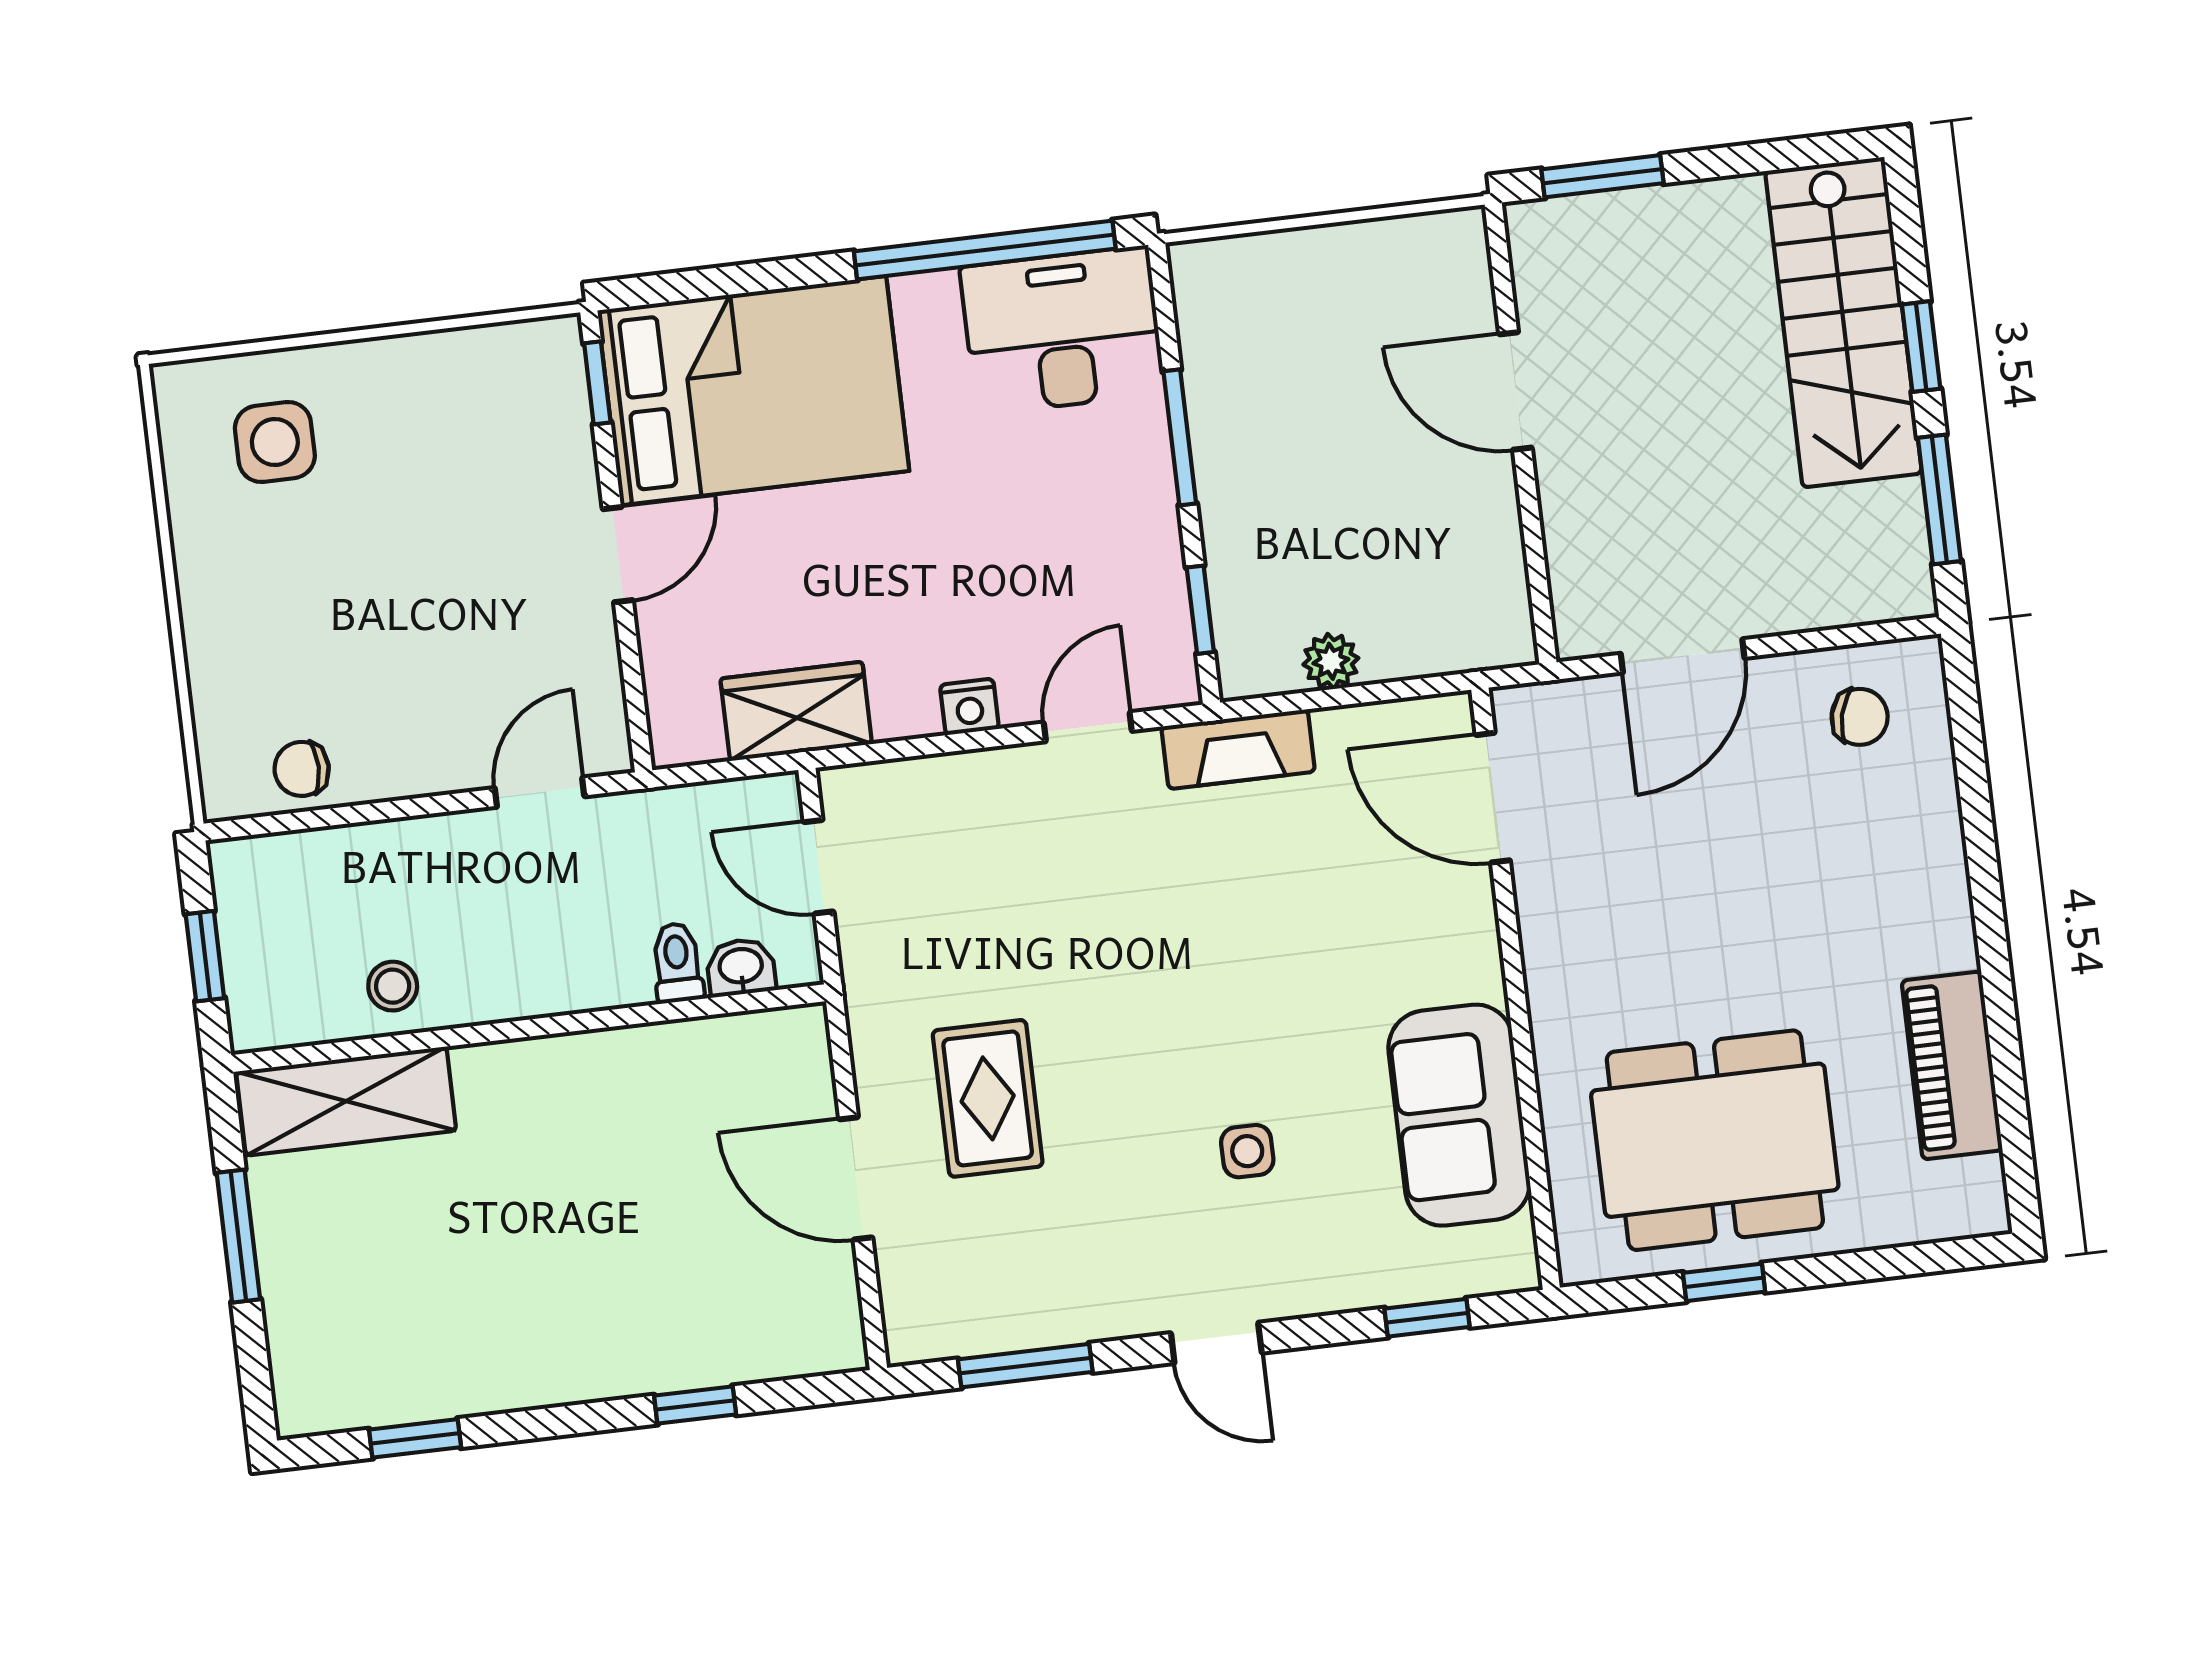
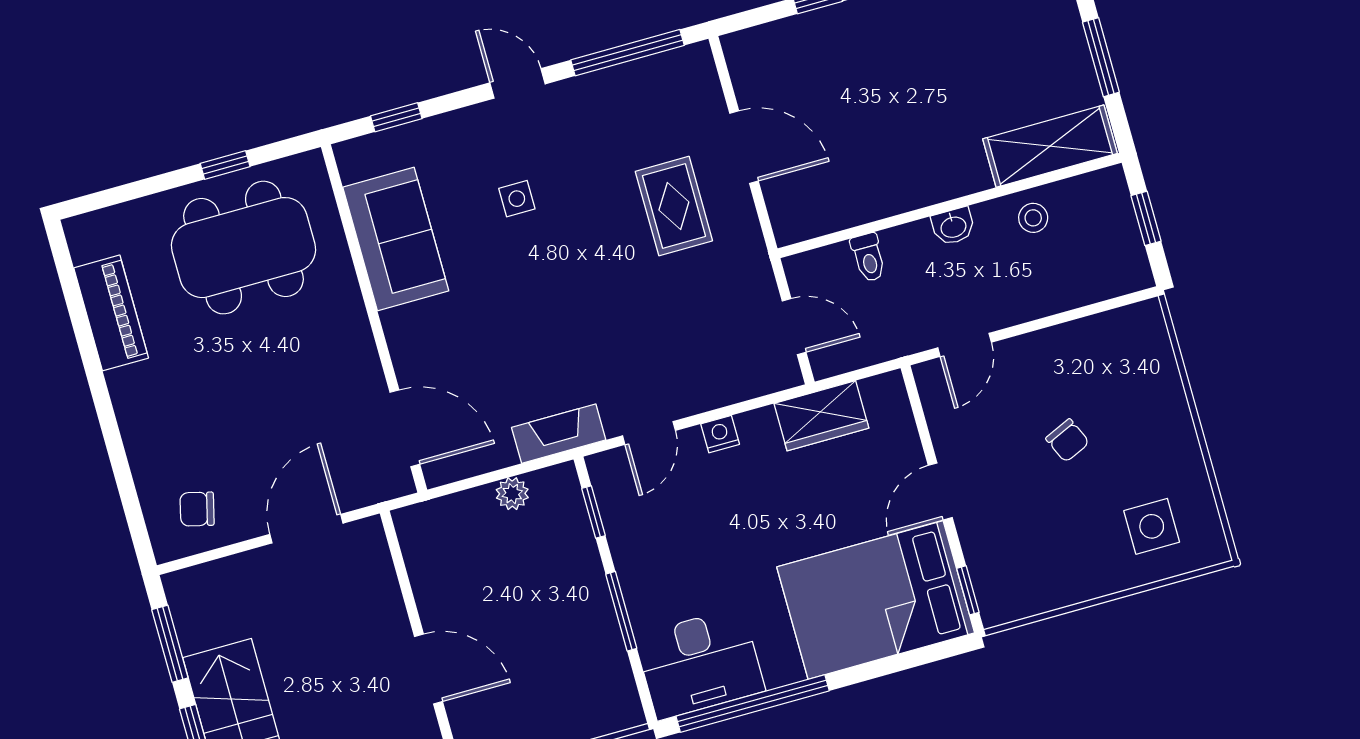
chair: (302, 769) -> (1067, 440), moved, turned 66
washbasin: (741, 967) -> (953, 226), moved
window: (1025, 1366) -> (628, 53), width x1.44

